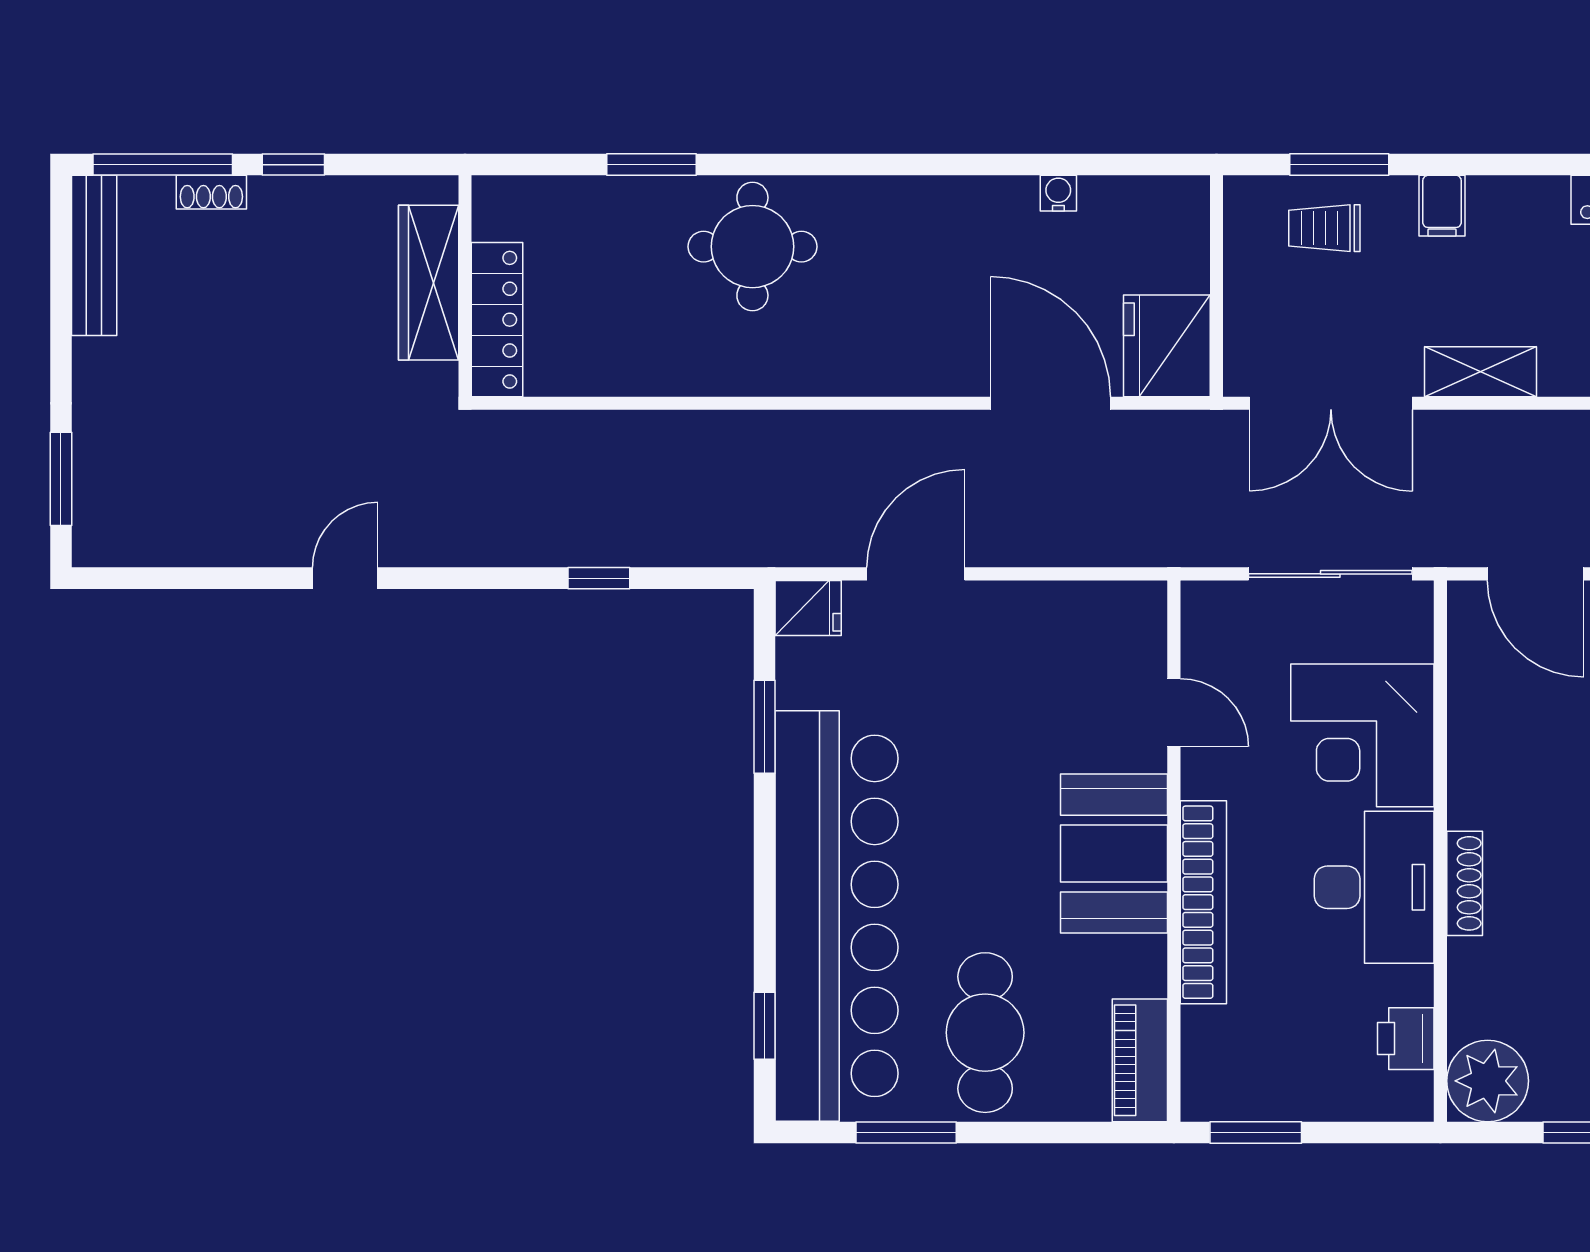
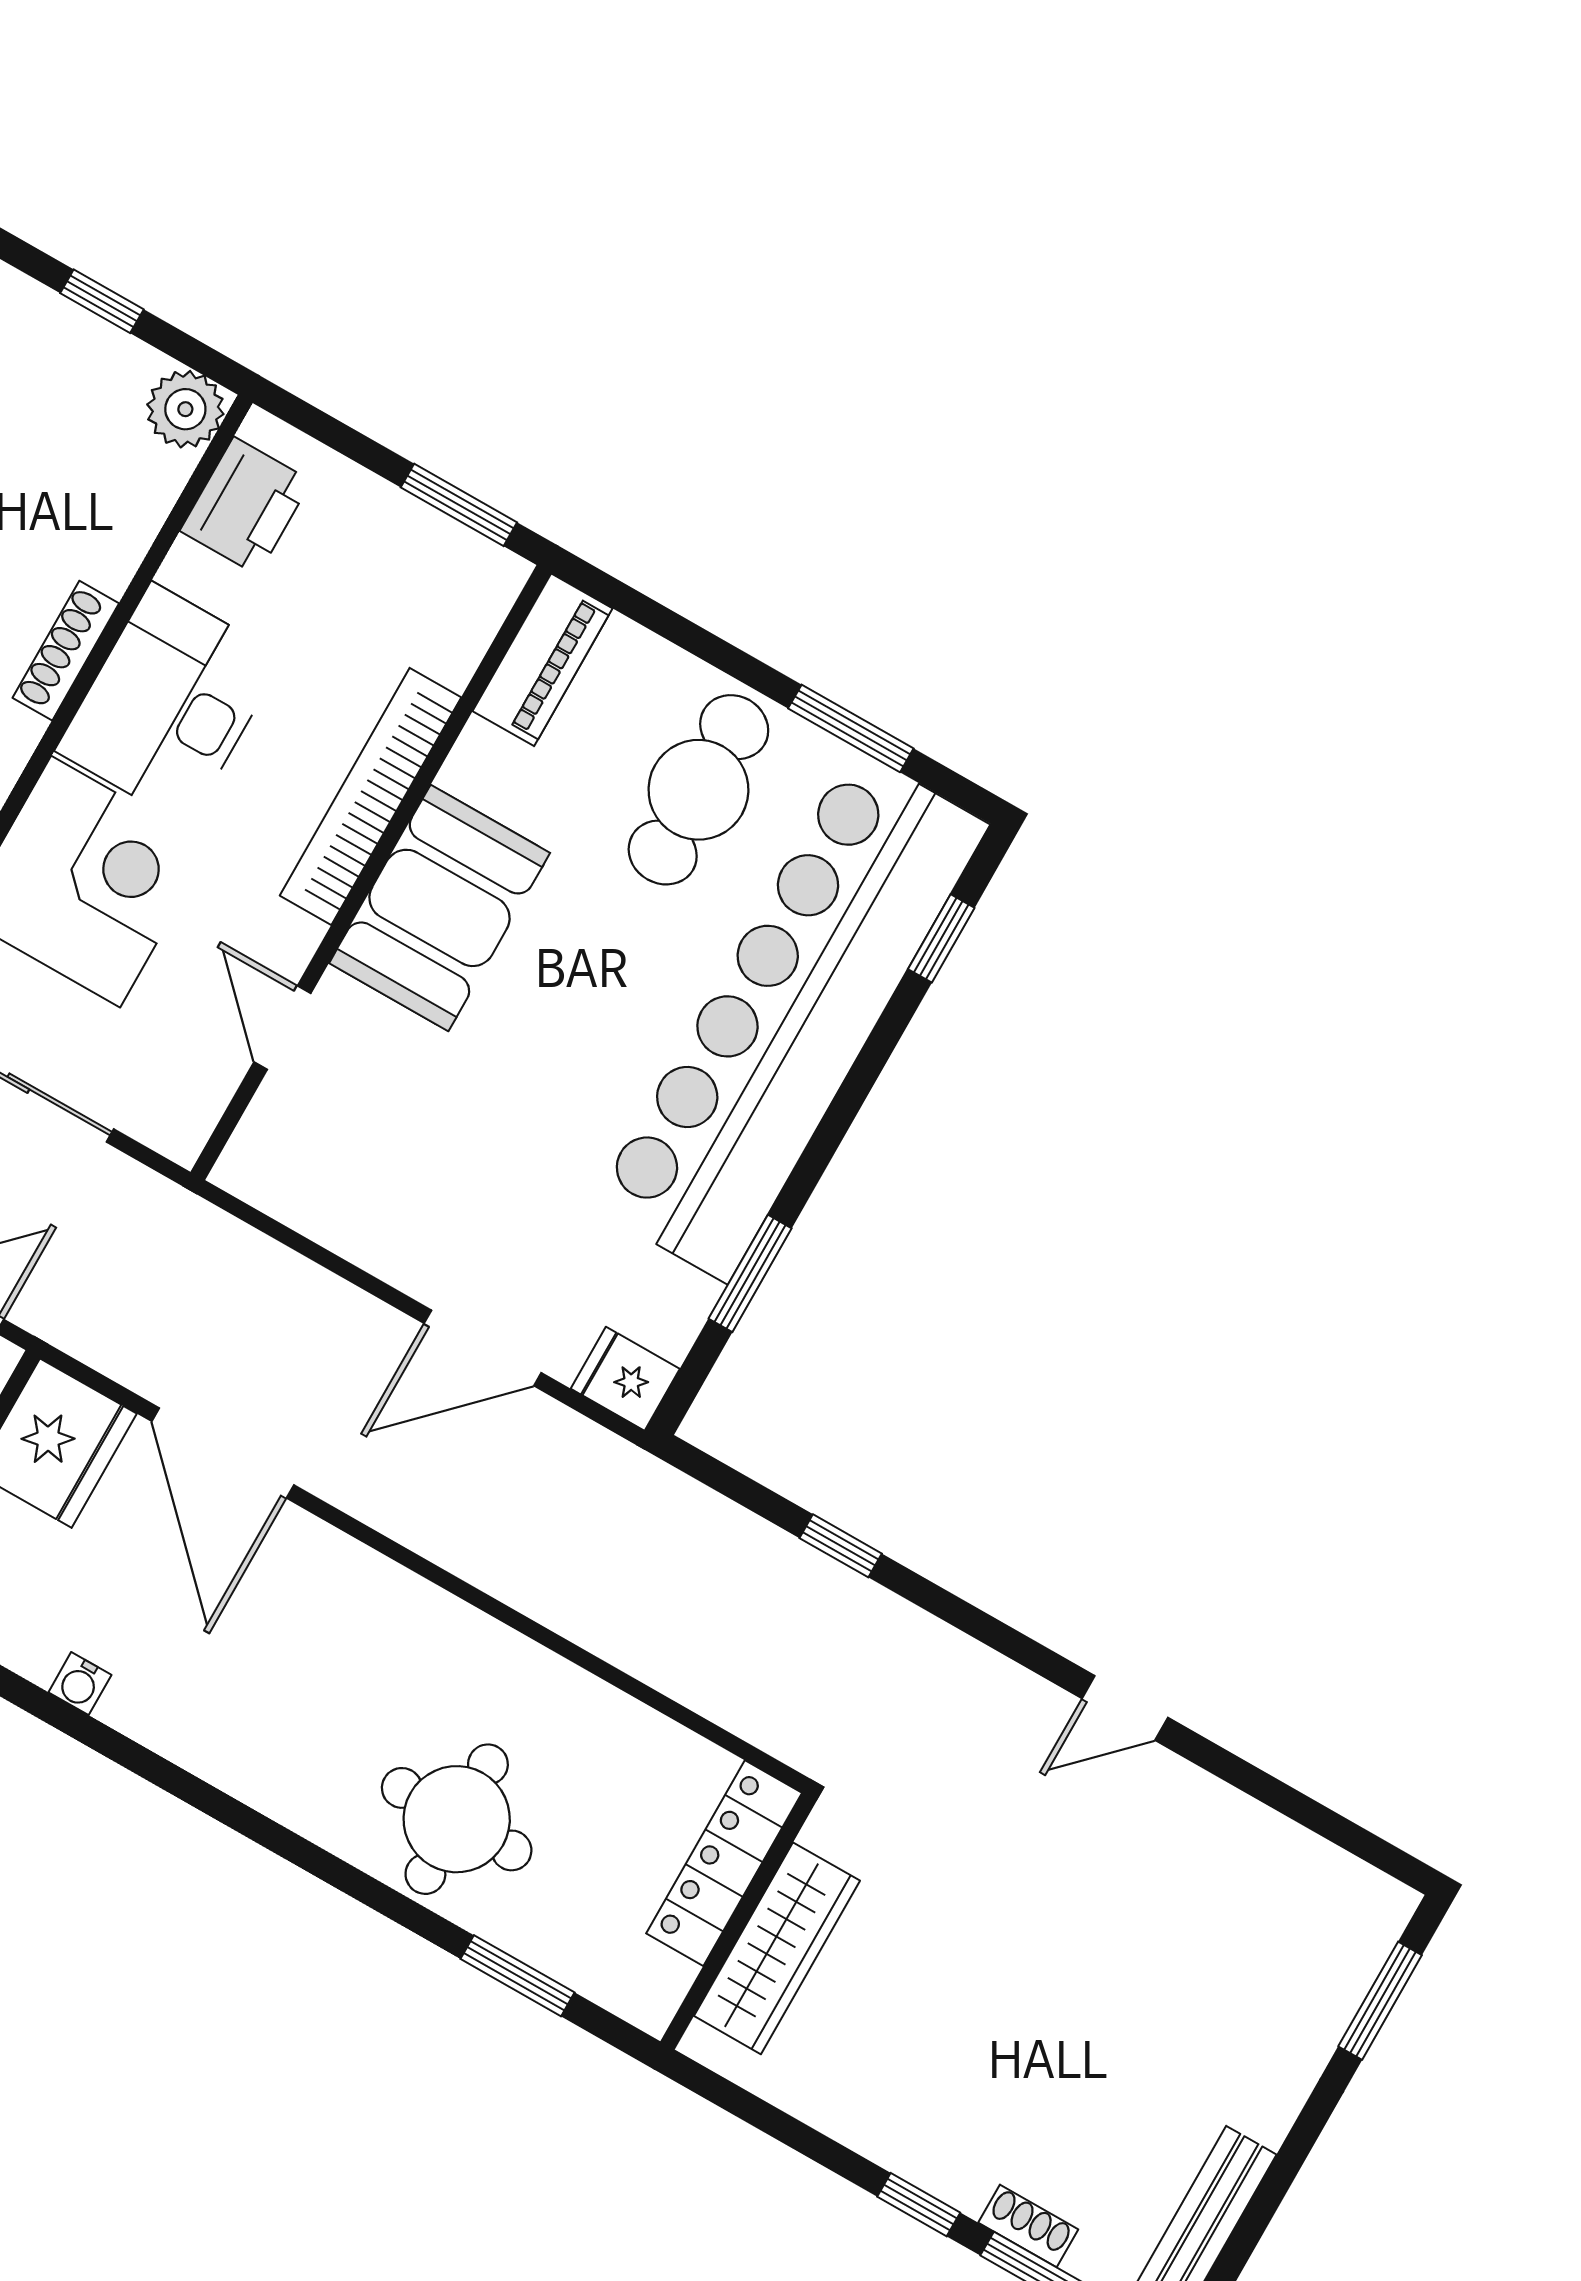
wardrobe: (429, 283) -> (777, 1948), moved
wall: (465, 286) -> (738, 1921), moved
locker: (497, 320) -> (724, 1863), moved
printer: (1406, 1039) -> (246, 506), width x1.36, depth x1.24
plant: (1488, 1081) -> (185, 409), width x0.73, depth x0.73

